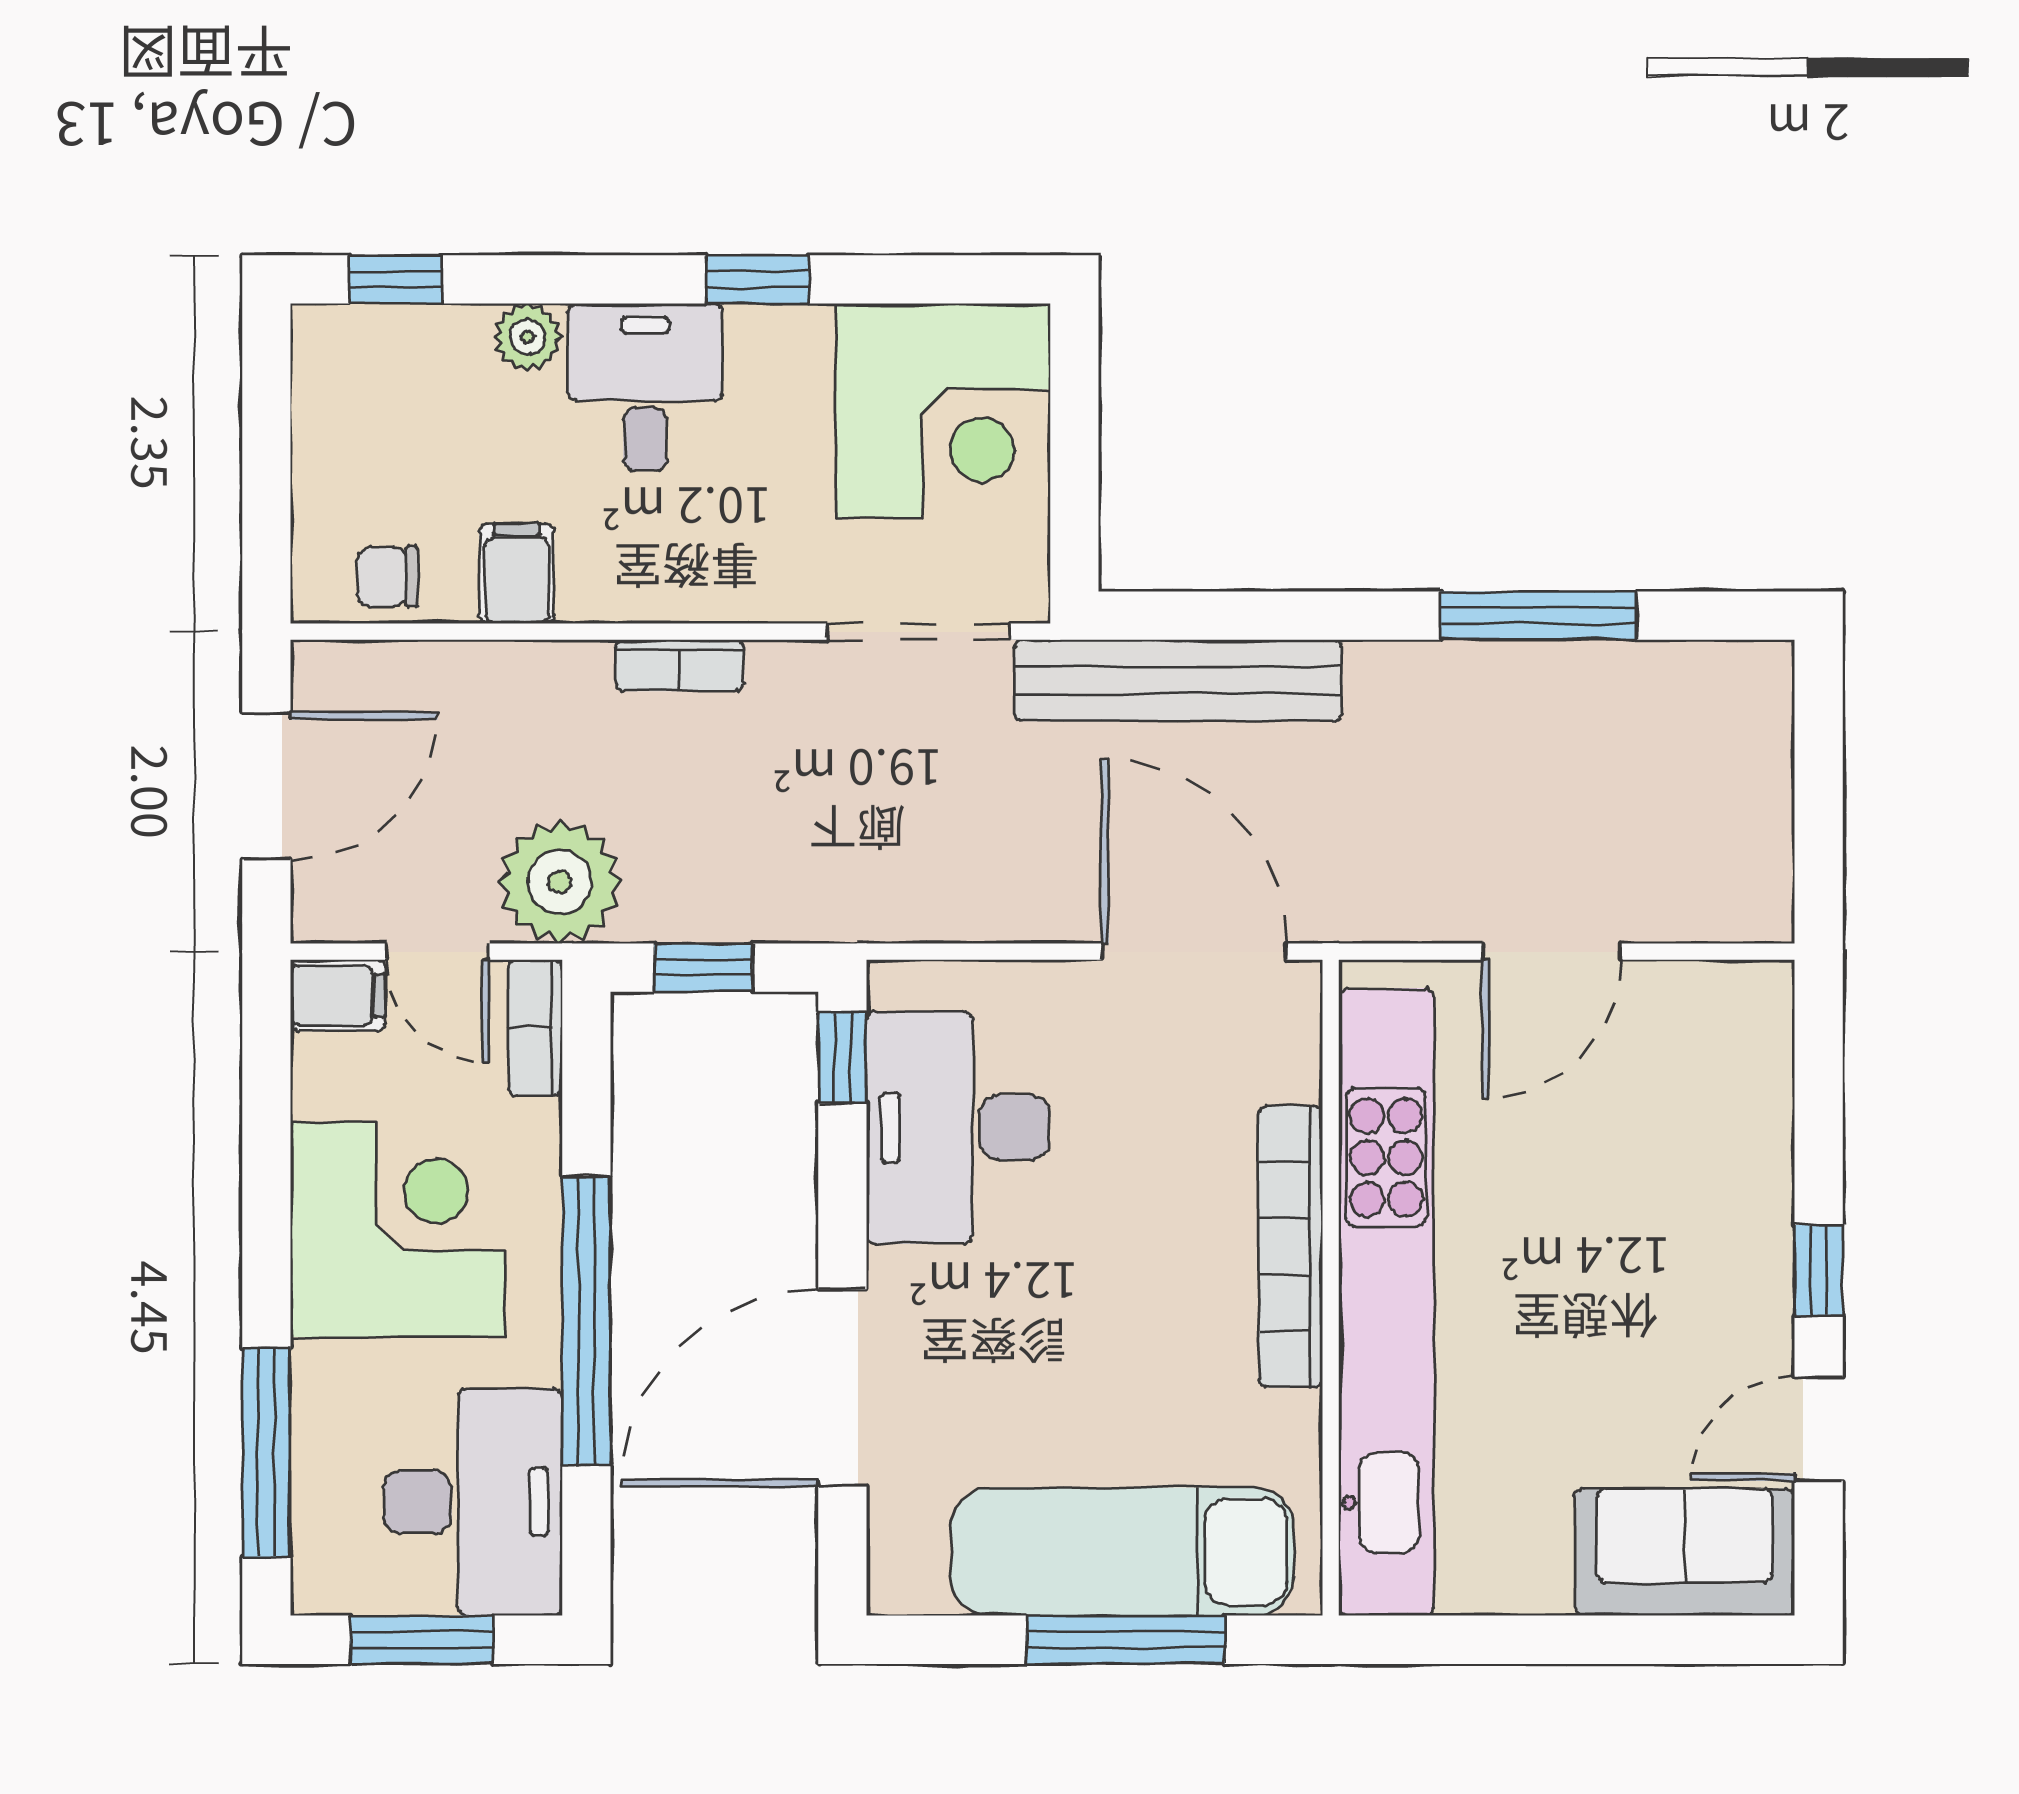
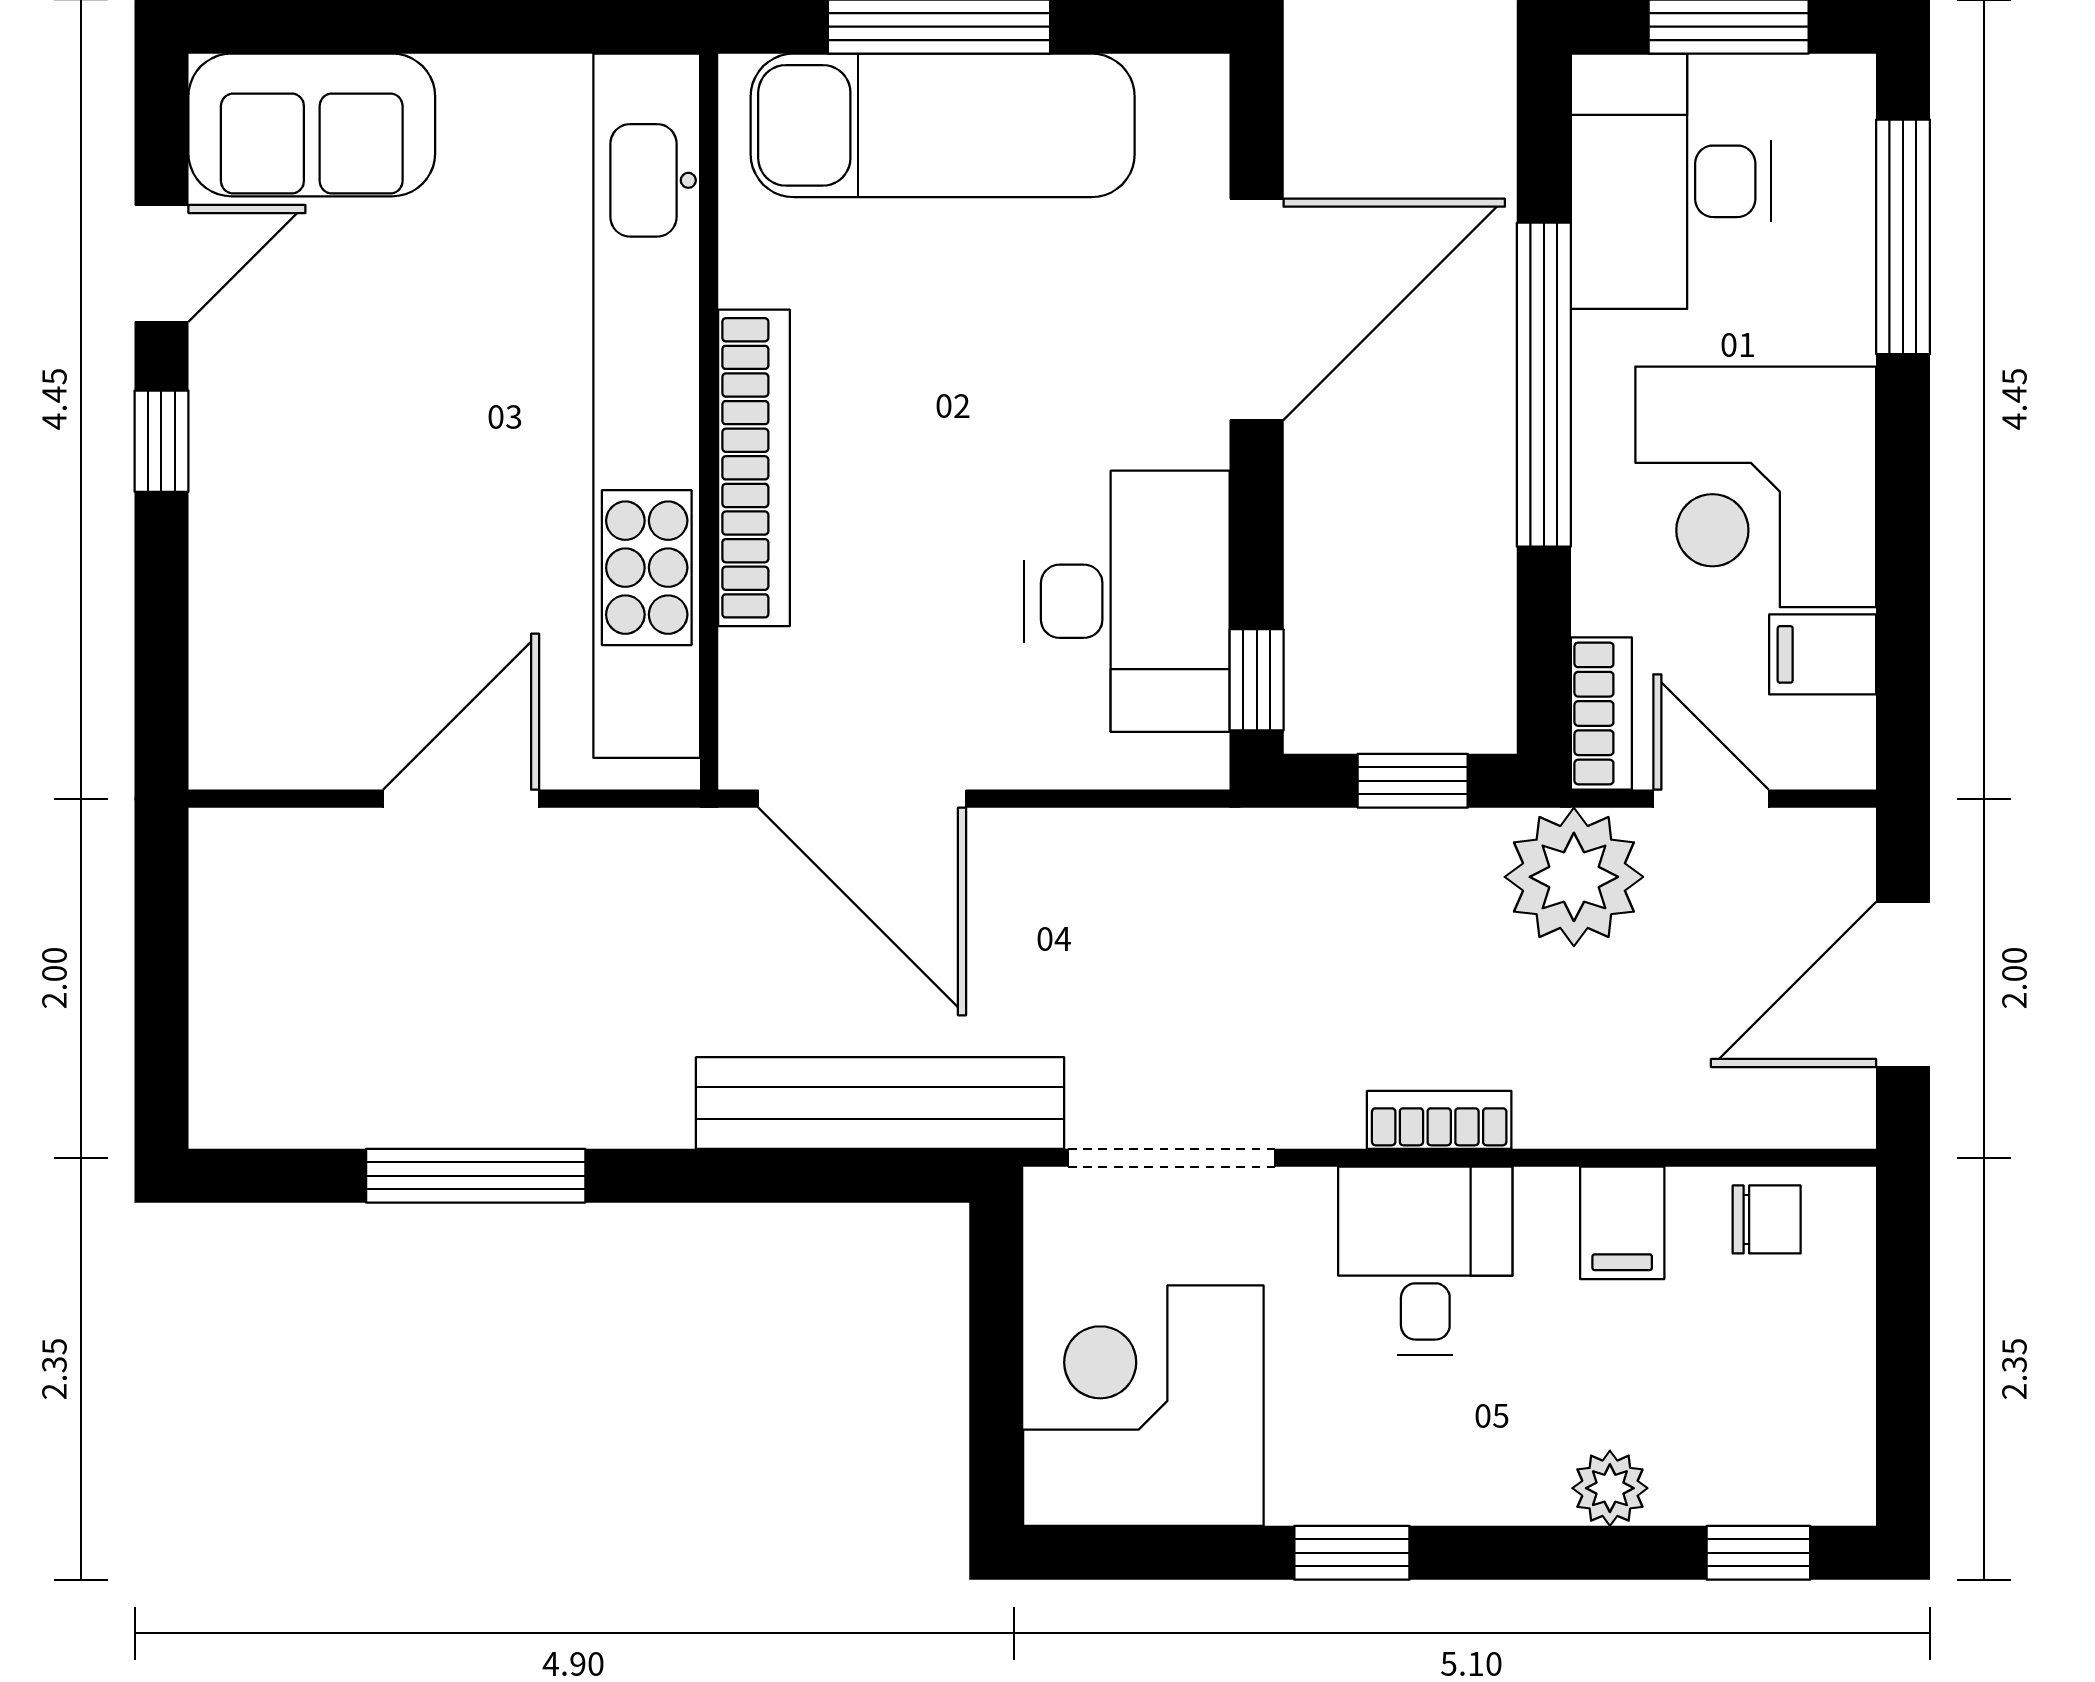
desk: (645, 387) -> (1425, 1261), moved, turned 180
filing cabinet: (338, 995) -> (1823, 654), moved

